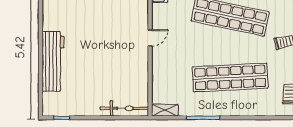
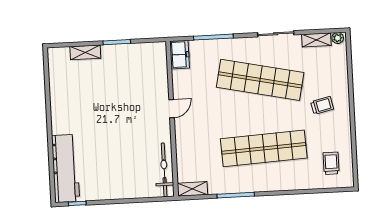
workbench: (53, 61) -> (66, 168), moved
bicycle: (124, 108) -> (164, 170), moved, turned -90

